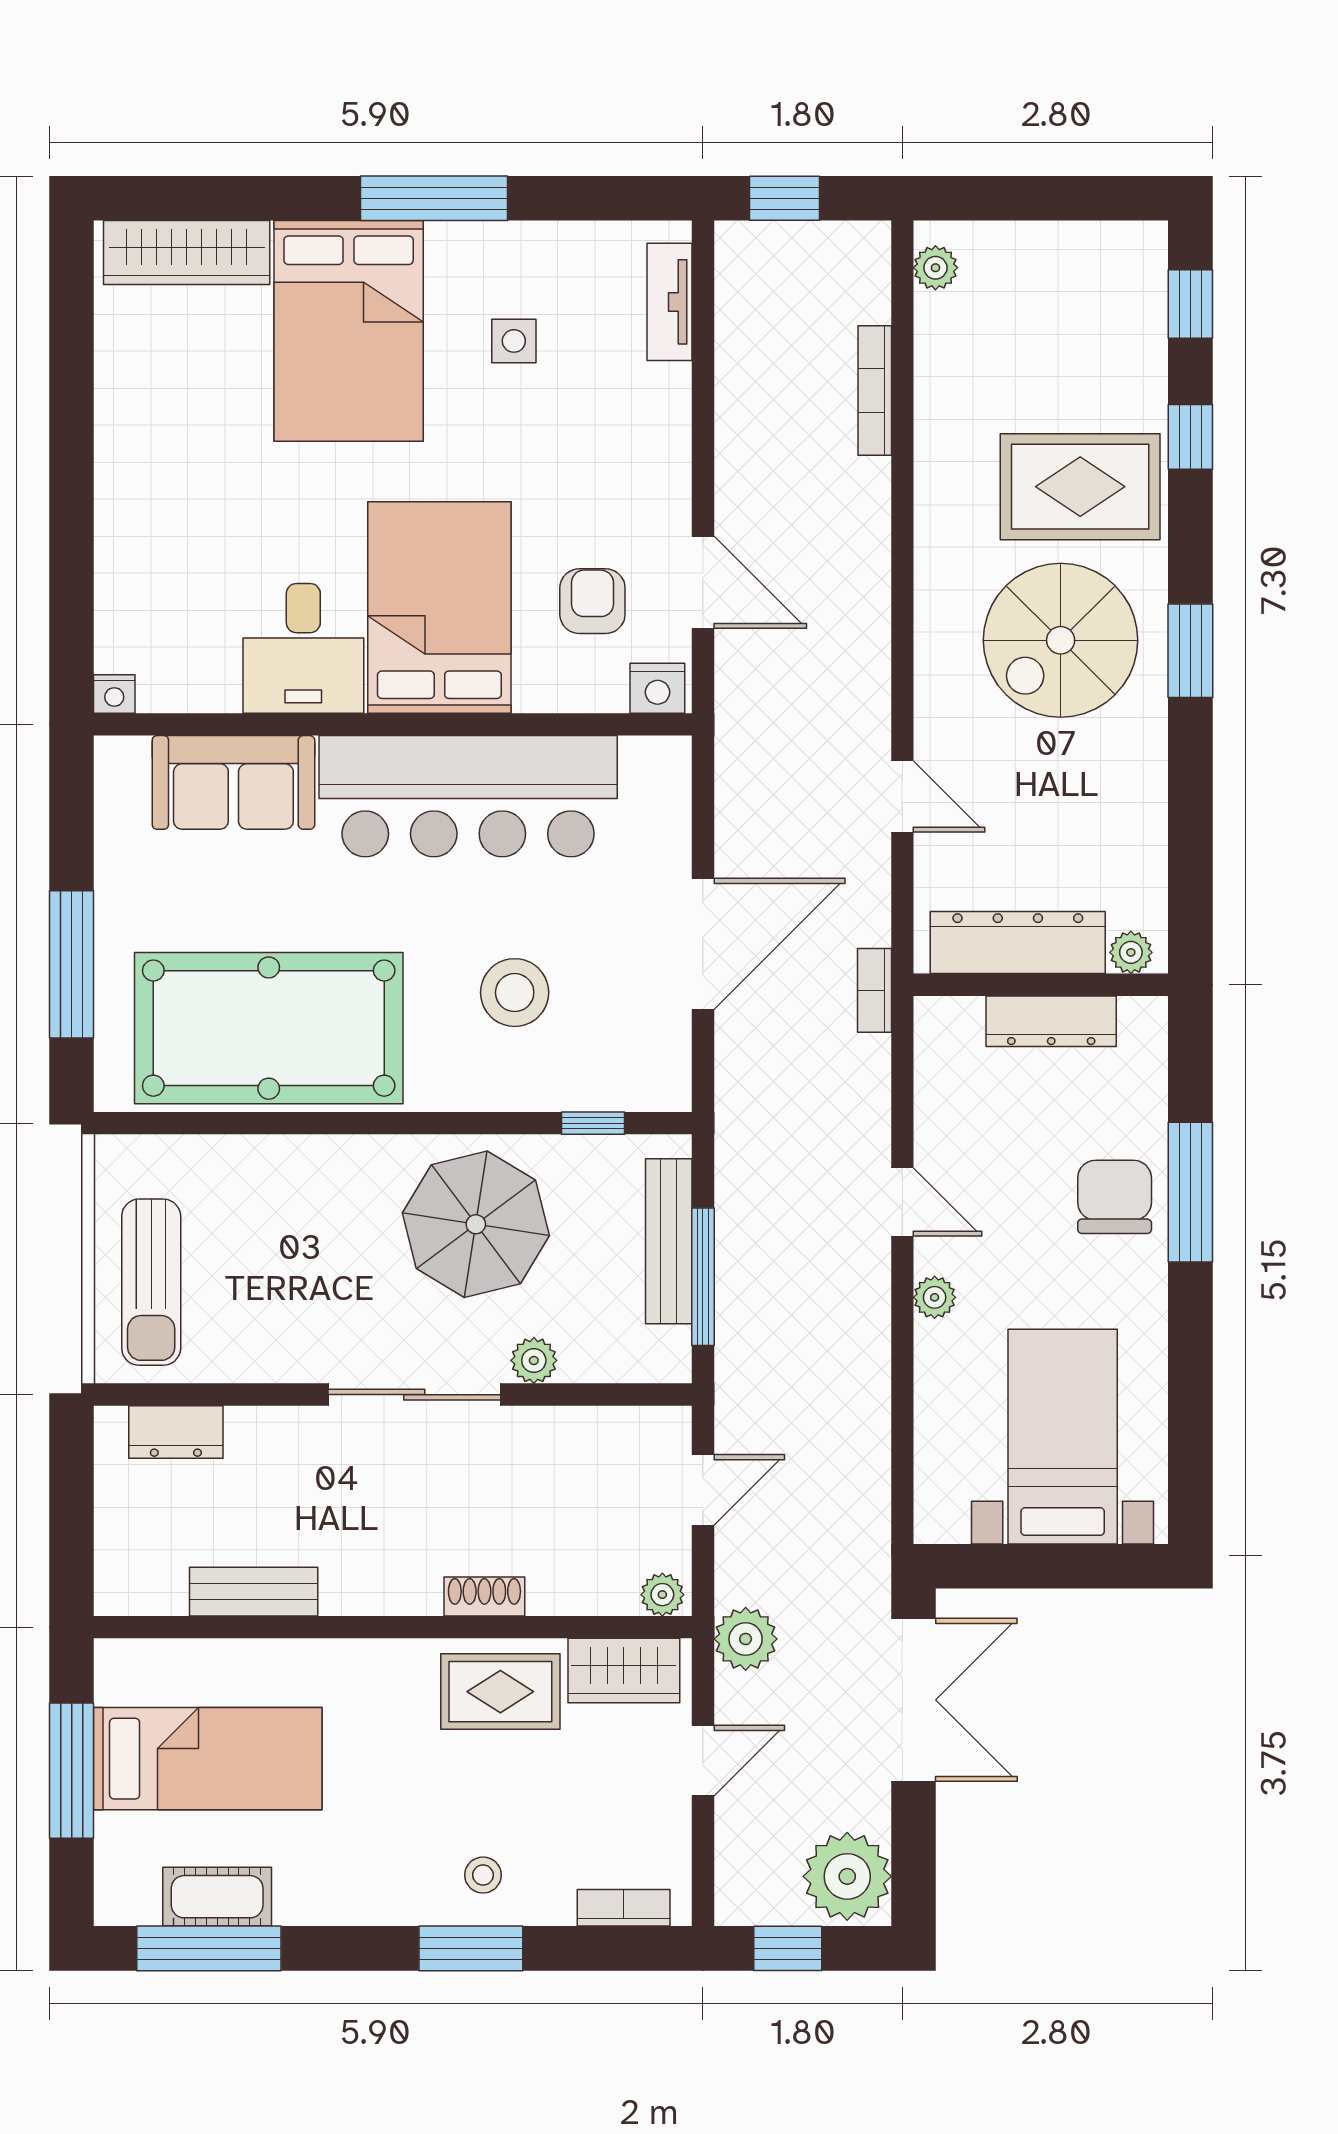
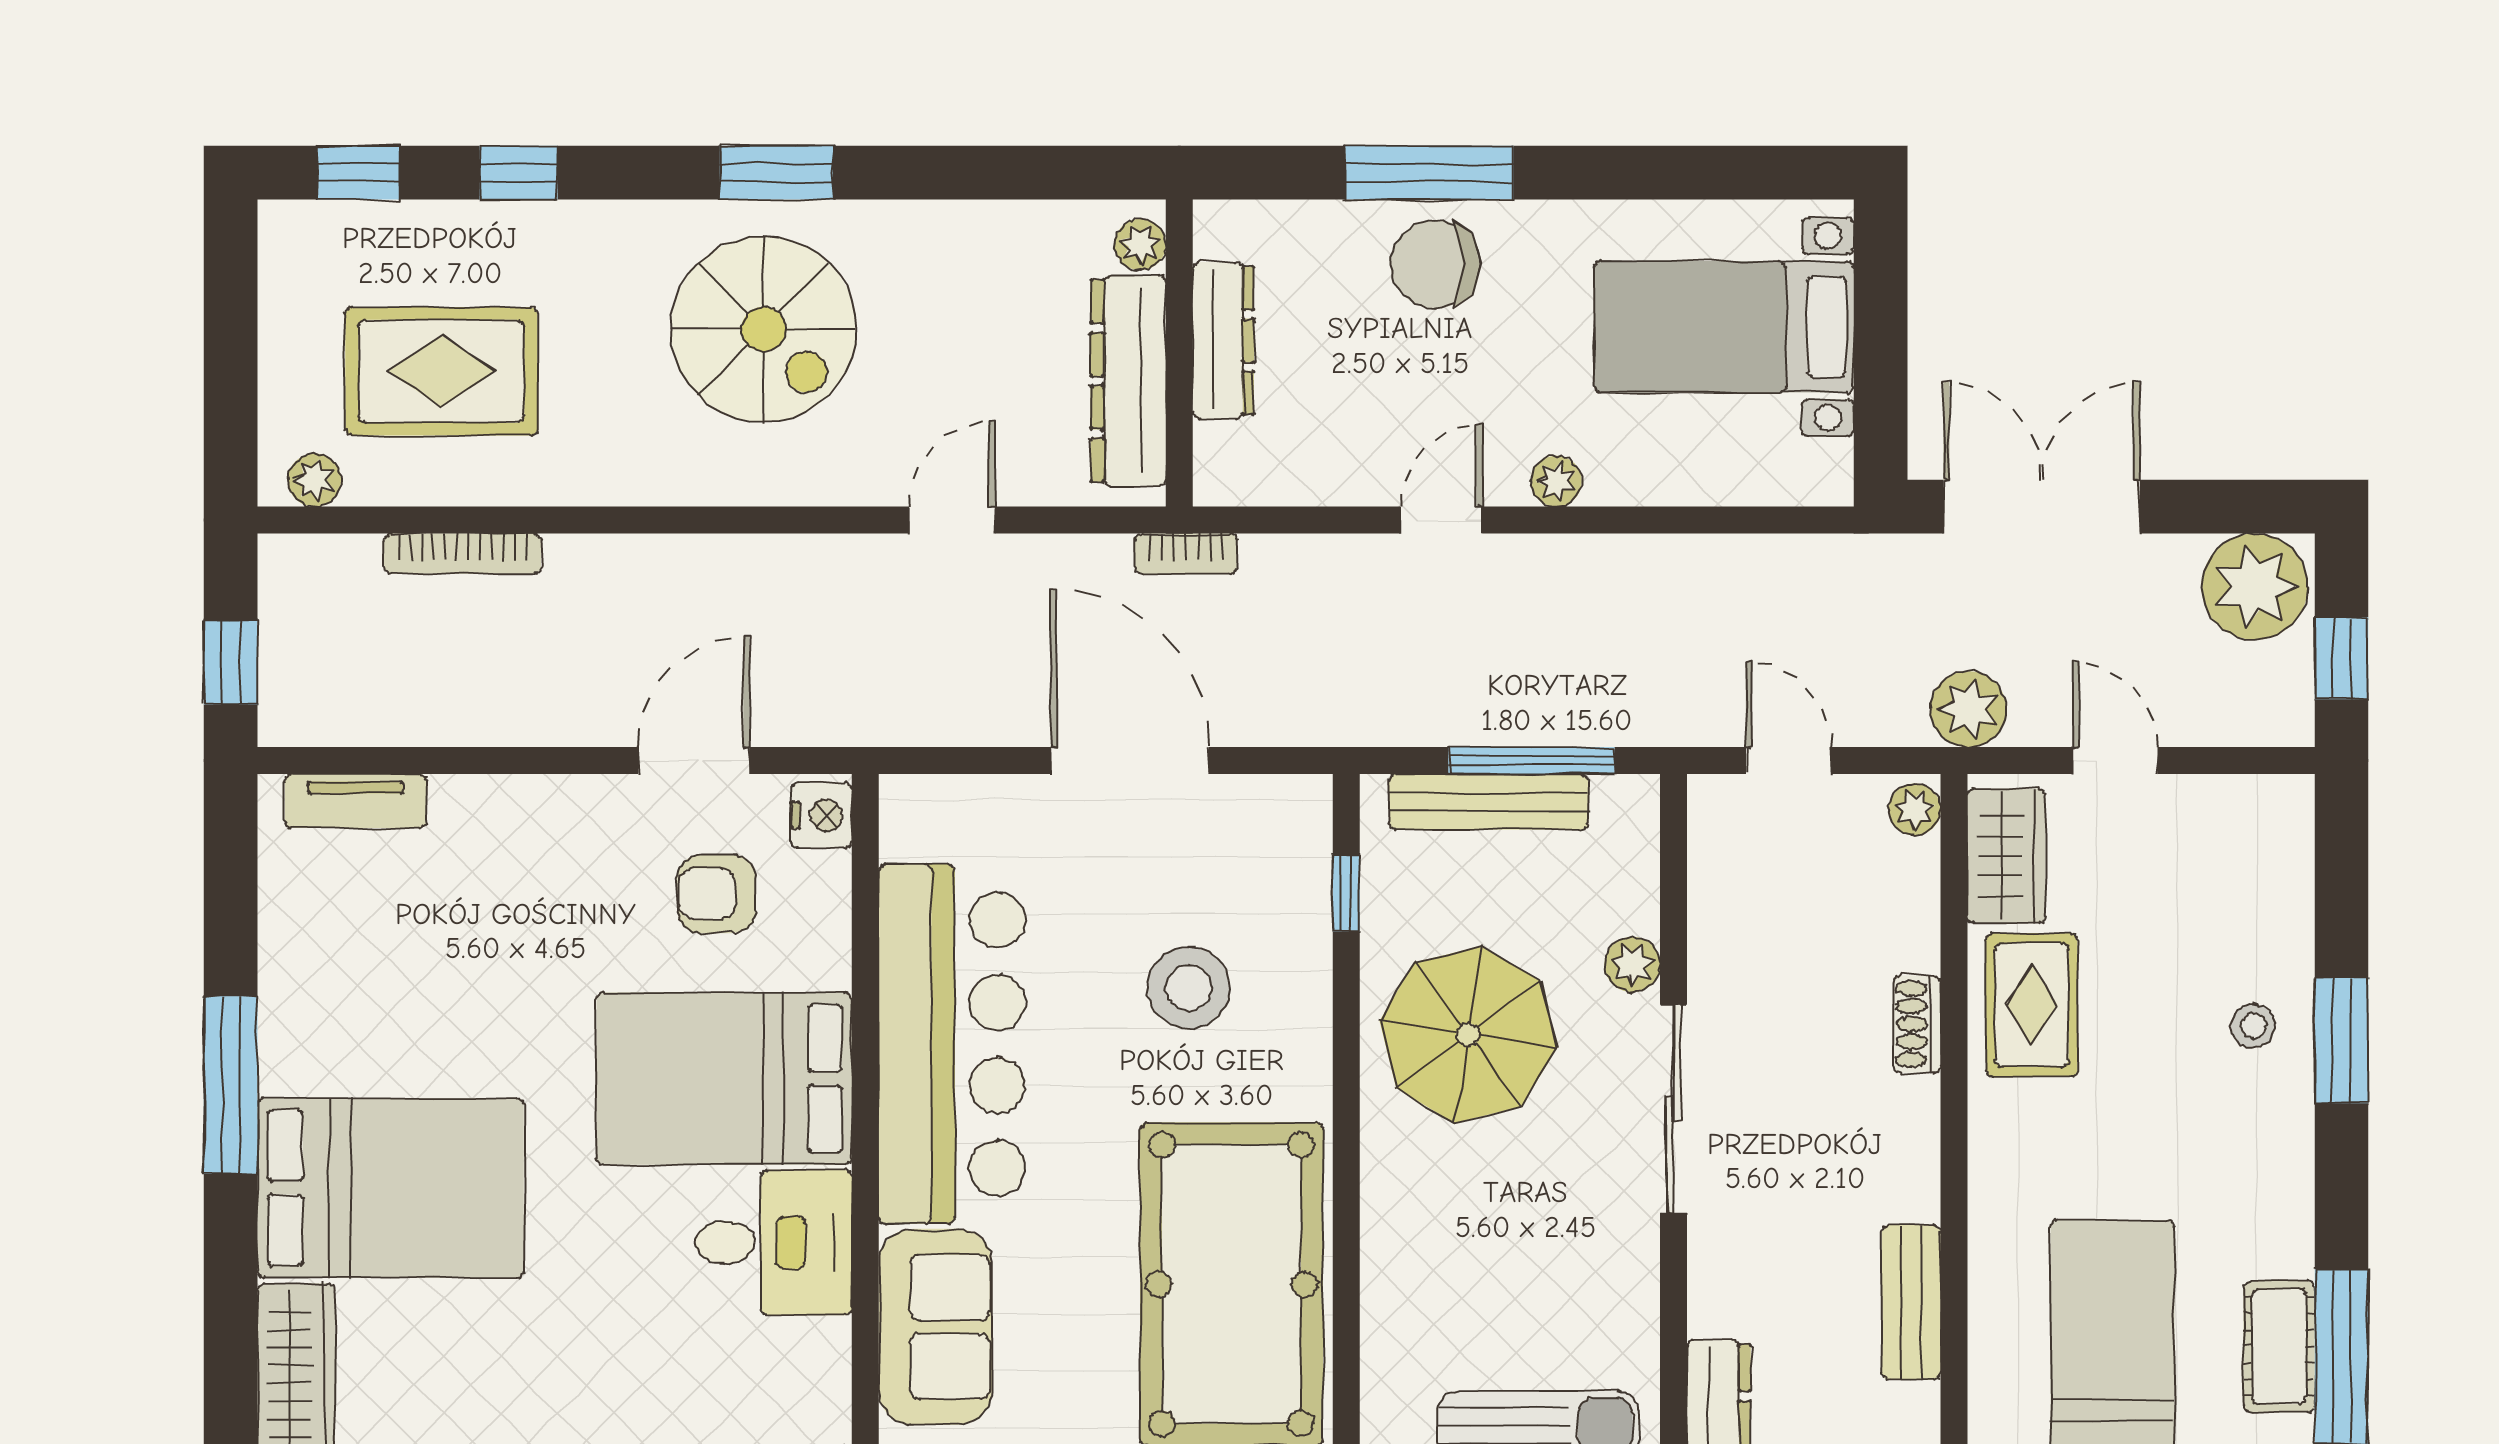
side table: (514, 341) -> (403, 989), removed
rug: (1080, 487) -> (441, 371), moved, turned 90
bookcase: (624, 1908) -> (2292, 856), removed

